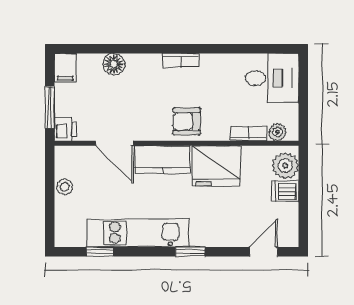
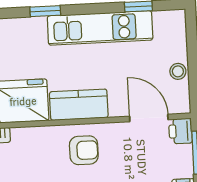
armchair: (187, 121) -> (84, 150), moved
door: (115, 143) -> (149, 118), moved

